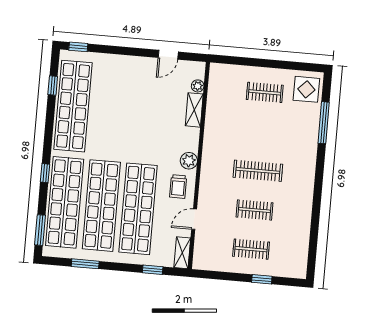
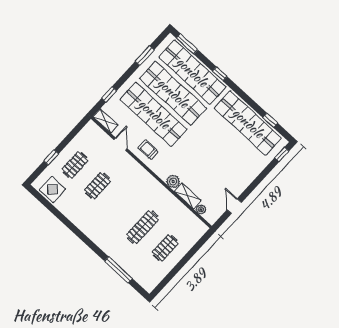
display table: (306, 89) -> (53, 190), moved
plant: (189, 161) -> (173, 182), moved
clothes rail: (258, 171) -> (143, 227), moved

